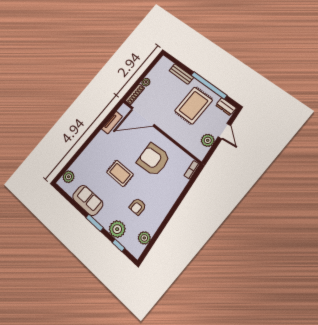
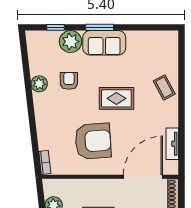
coffee table: (90, 158) -> (164, 87), added
plant: (69, 177) -> (170, 49), removed
sofa: (88, 200) -> (104, 43), moved
plant: (144, 238) -> (39, 84), moved

